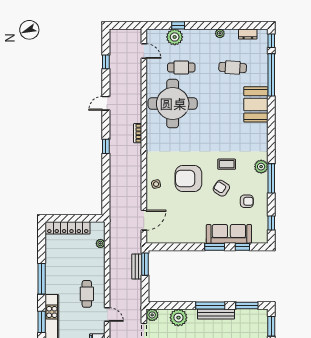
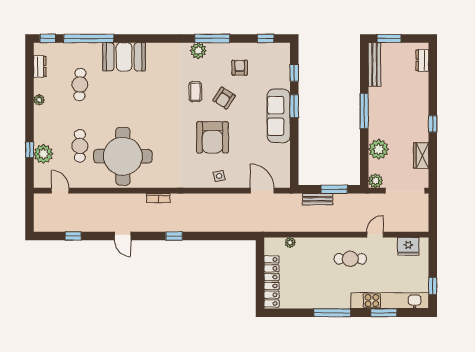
door: (144, 51) -> (60, 191), hinge flipped
sofa: (229, 234) -> (279, 116), moved
window: (145, 264) -> (334, 189), moved
window: (247, 305) -> (364, 67), removed
bench: (216, 314) -> (374, 65), moved

